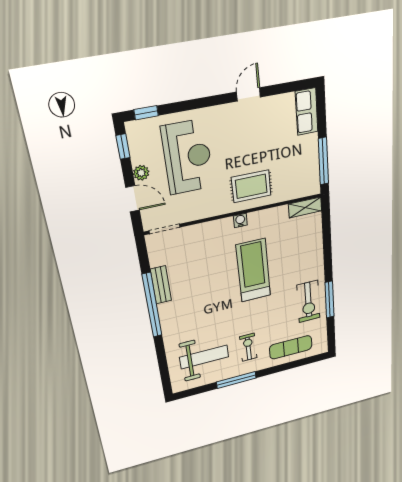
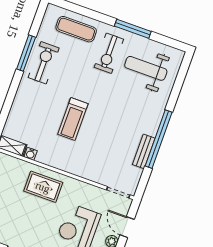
water cooler: (240, 220) -> (31, 154), moved
treadmill: (253, 270) -> (73, 119), width x0.73, depth x0.73
exercise bike: (248, 347) -> (109, 53), width x1.38, depth x1.39

